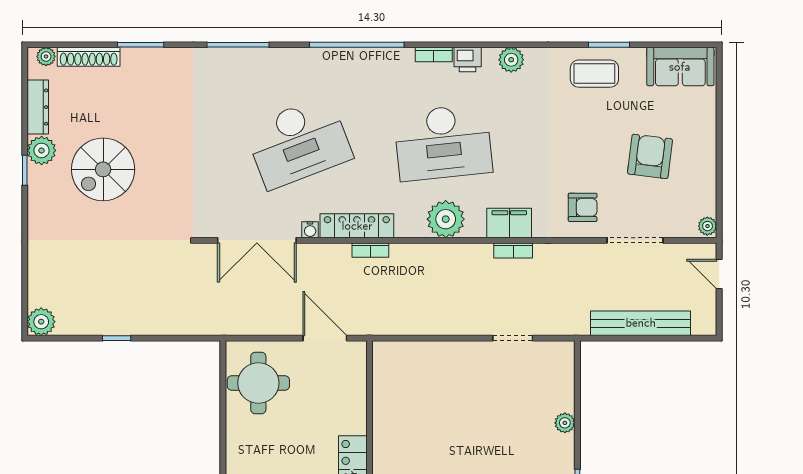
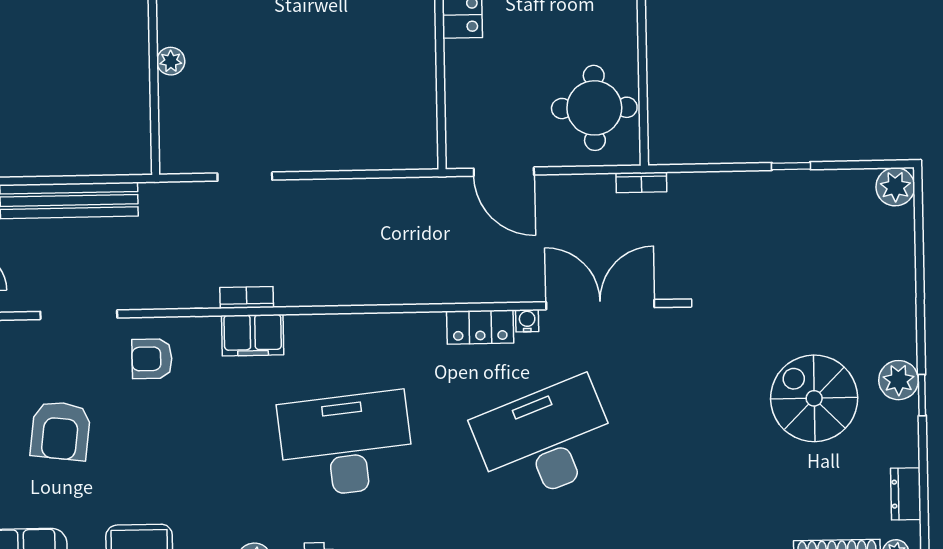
dresser: (38, 107) -> (906, 494), width x0.70
plant: (42, 150) -> (899, 380), moved
spiral stairs: (103, 169) -> (814, 398), turned -90
plant: (446, 219) -> (340, 339), removed
locker: (357, 226) -> (480, 327), width x0.66
bookcase: (370, 250) -> (641, 182), moved, turned 180

